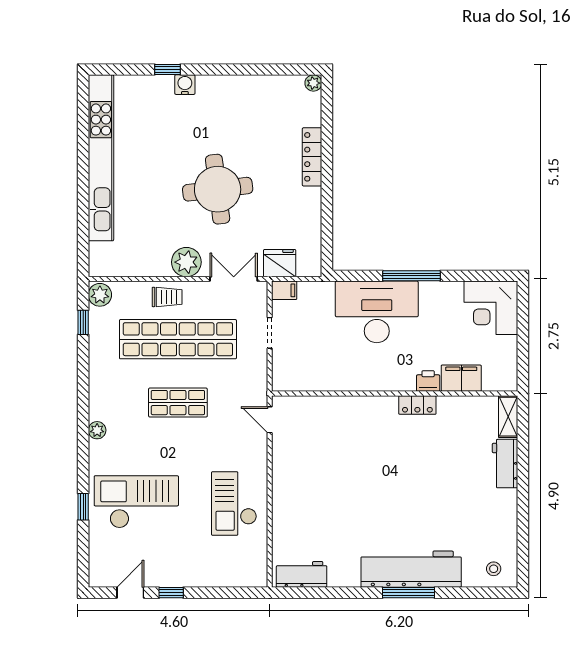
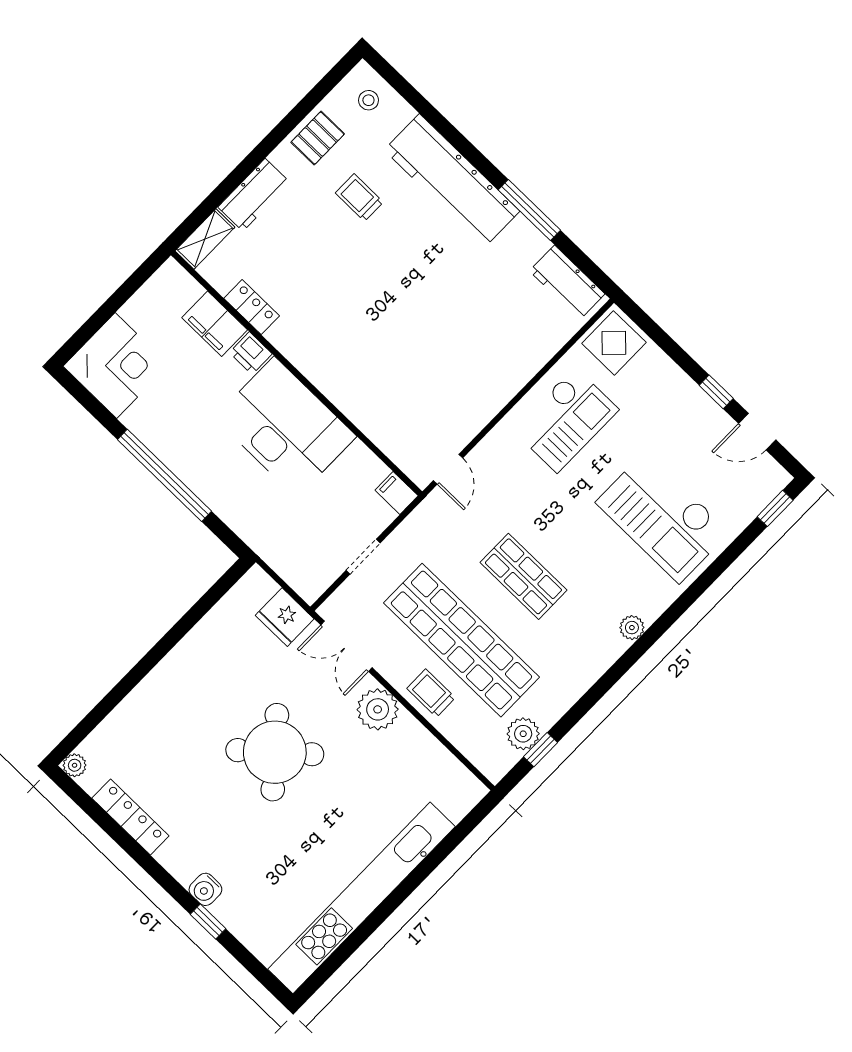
locker: (312, 157) -> (130, 817), moved, turned -90
round table: (218, 189) -> (275, 752), turned -34
window: (411, 276) -> (164, 475), width x1.46
filing cabinet: (284, 290) -> (397, 493), moved
plant: (100, 295) -> (523, 734), moved
desk: (377, 312) -> (285, 427), moved, turned 180
locker: (417, 405) -> (252, 307), moved
window: (83, 507) -> (775, 508), moved
trolley: (450, 514) -> (359, 198), added
pallet: (501, 524) -> (318, 138), added
display table: (248, 567) -> (614, 343), added
window: (409, 593) -> (529, 210), moved

